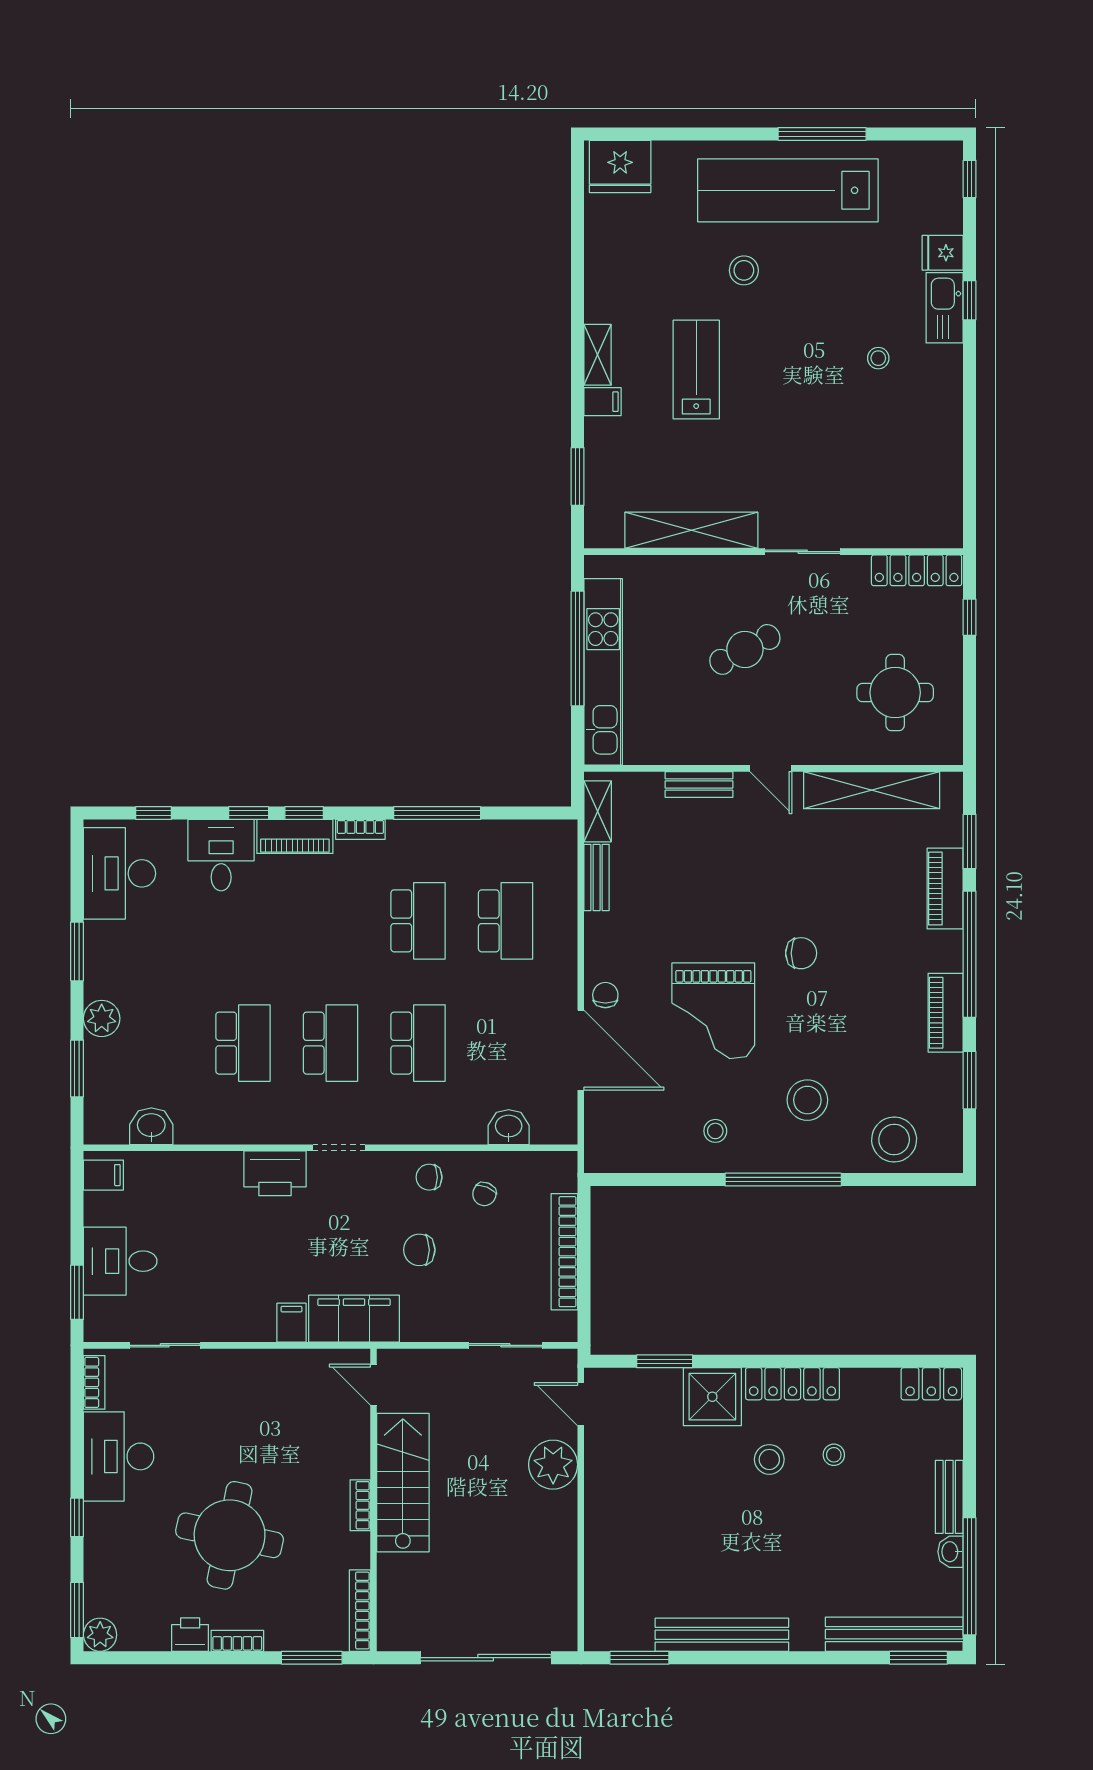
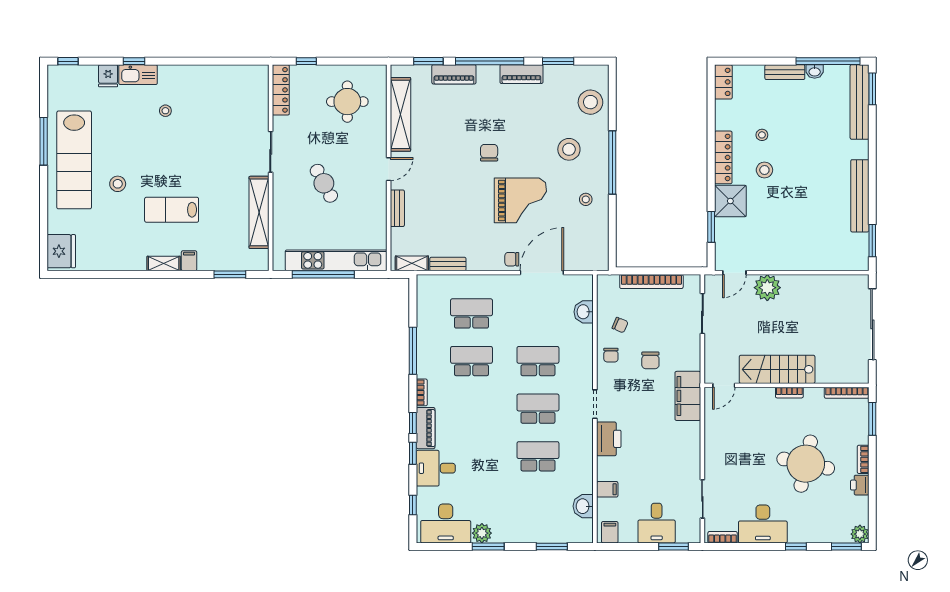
plant: (102, 1018) -> (482, 533), moved
filing cabinet: (291, 1323) -> (607, 489), moved, turned 180

